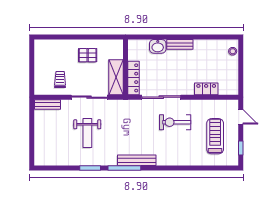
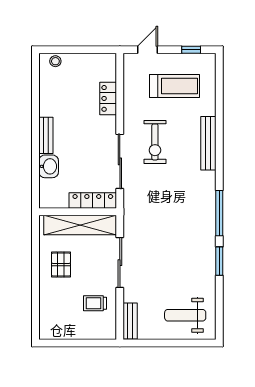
shelving: (116, 77) -> (80, 225), width x1.47
weight bench: (87, 133) -> (185, 315), moved, turned 180
treadmill: (215, 136) -> (175, 86), turned 180
bench: (137, 160) -> (208, 143), moved

